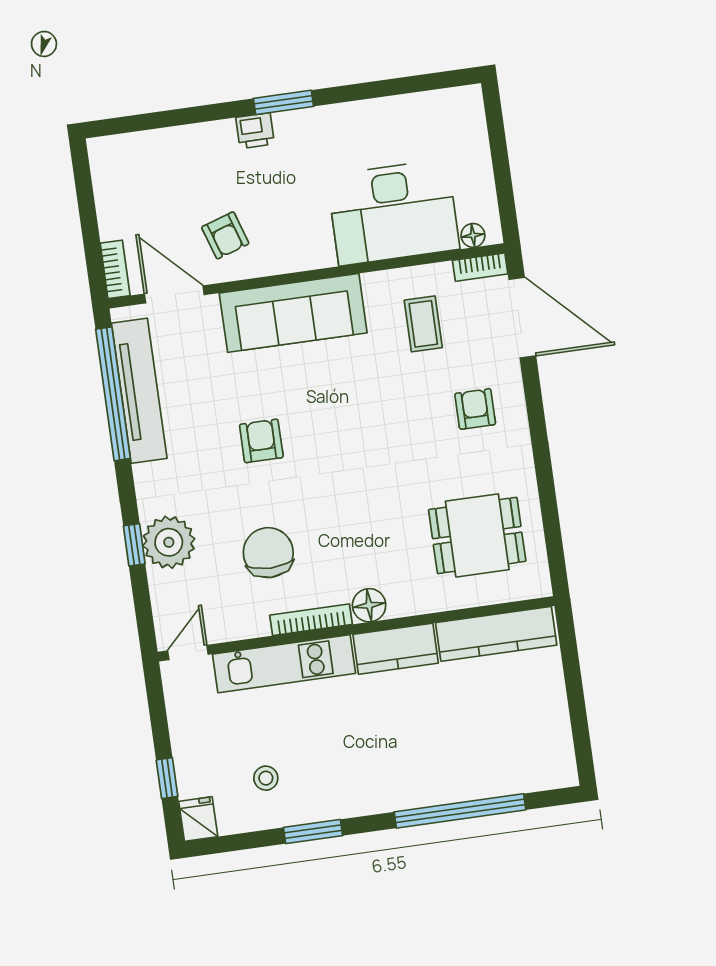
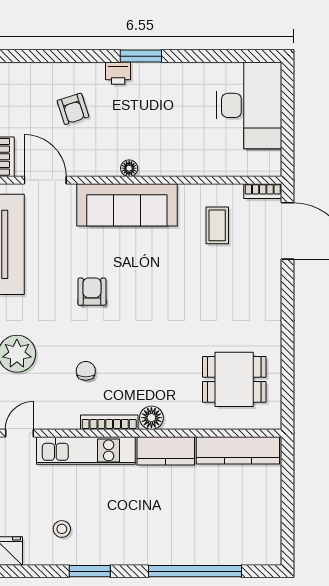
desk: (393, 212) -> (249, 105), moved, turned -90
armchair: (225, 235) -> (73, 109), moved
floor lamp: (473, 235) -> (129, 168), moved
armchair: (475, 409) -> (245, 290), removed
chair: (268, 553) -> (86, 371), width x0.54, depth x0.54

